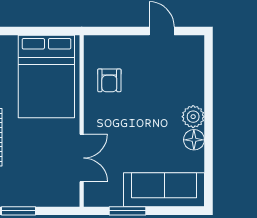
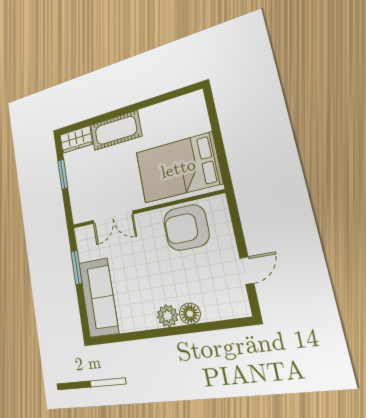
armchair: (109, 80) -> (186, 228), width x1.88, depth x1.88
floor lamp: (194, 140) -> (190, 314), moved

